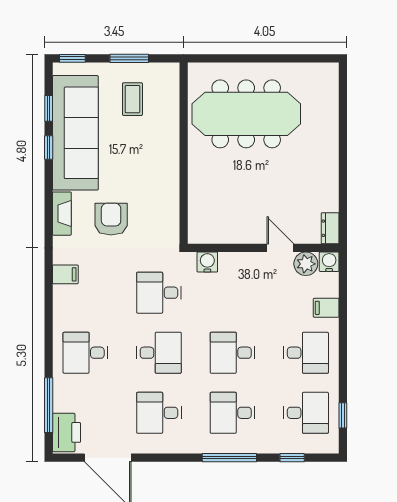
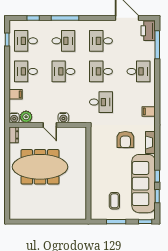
meeting table: (246, 114) -> (40, 167), moved
door: (280, 248) -> (50, 125), moved
water cooler: (207, 262) -> (63, 118), moved
desk: (233, 353) -> (63, 71), turned 180
desk: (159, 413) -> (101, 41), turned 180

